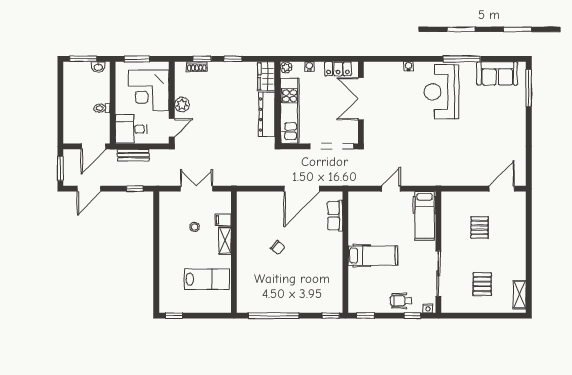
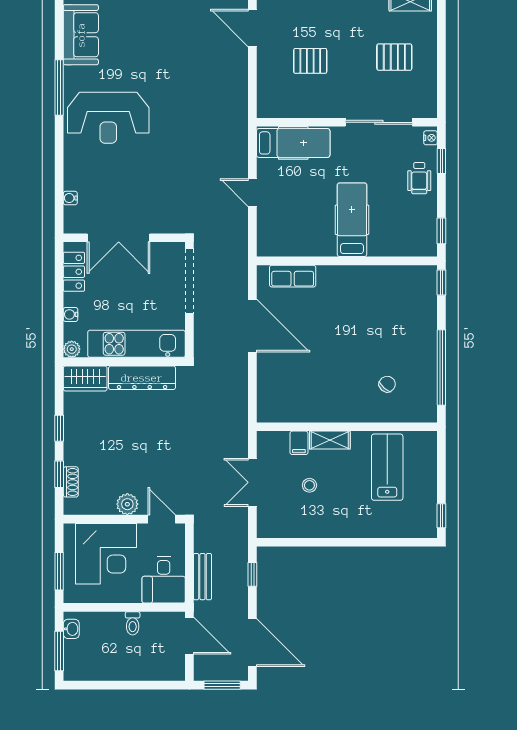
water cooler: (409, 66) -> (70, 198), moved
door: (89, 189) -> (252, 643), width x1.36
chair: (278, 248) -> (387, 384), moved

